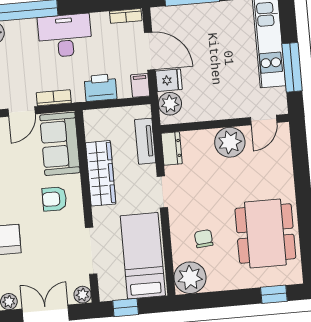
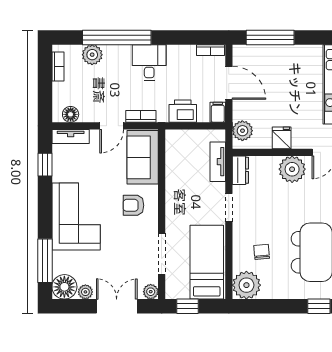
desk: (65, 36) -> (149, 63), width x0.73
fridge: (169, 80) -> (282, 138), moved, turned -90
wardrobe: (101, 173) -> (176, 186), removed

